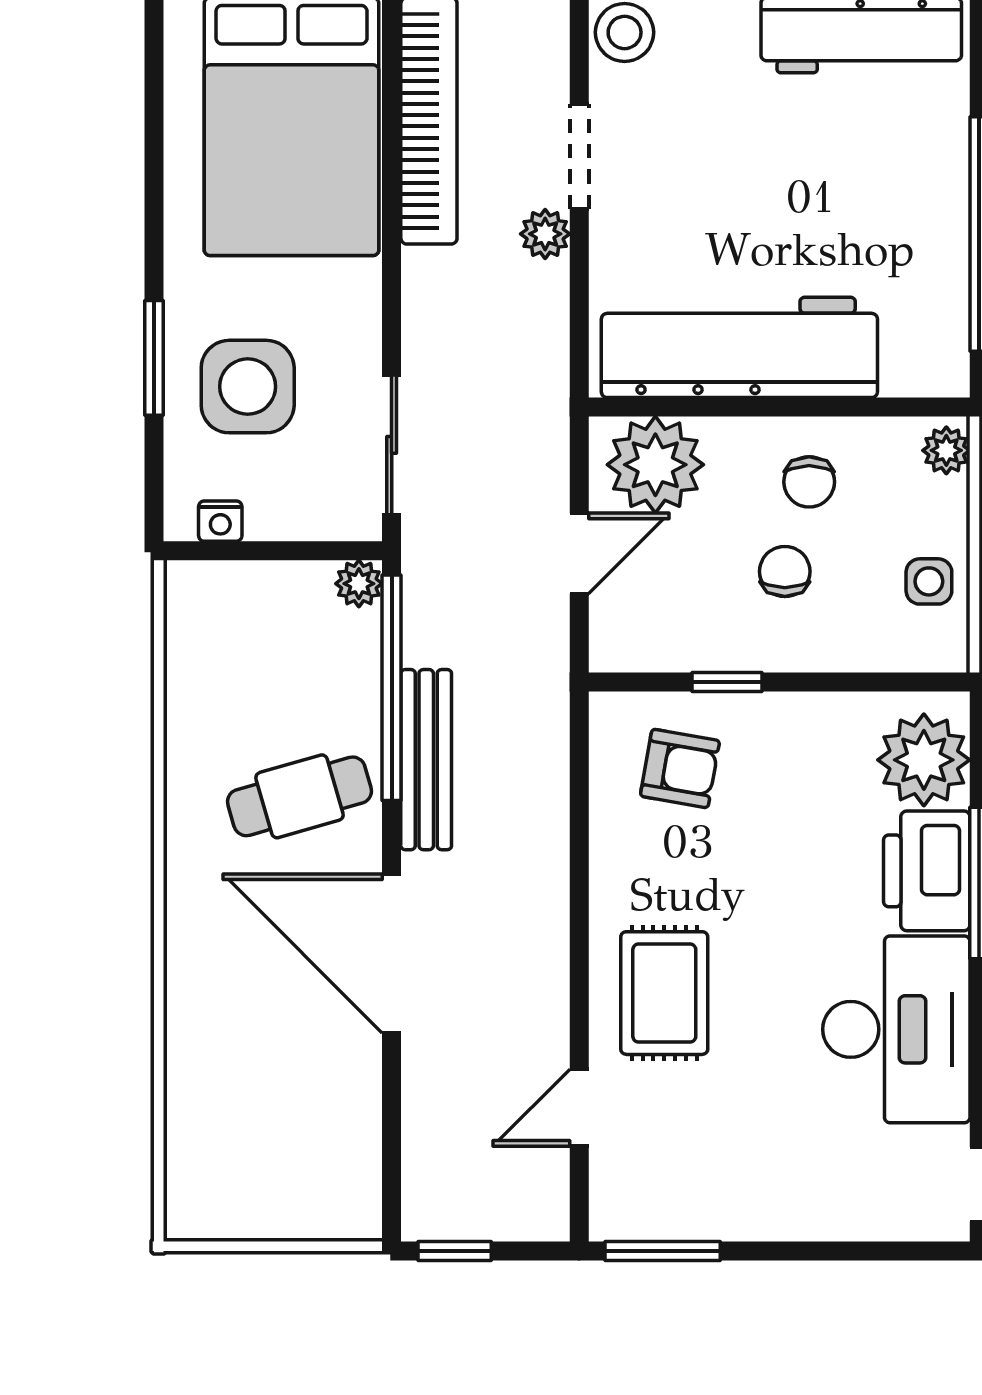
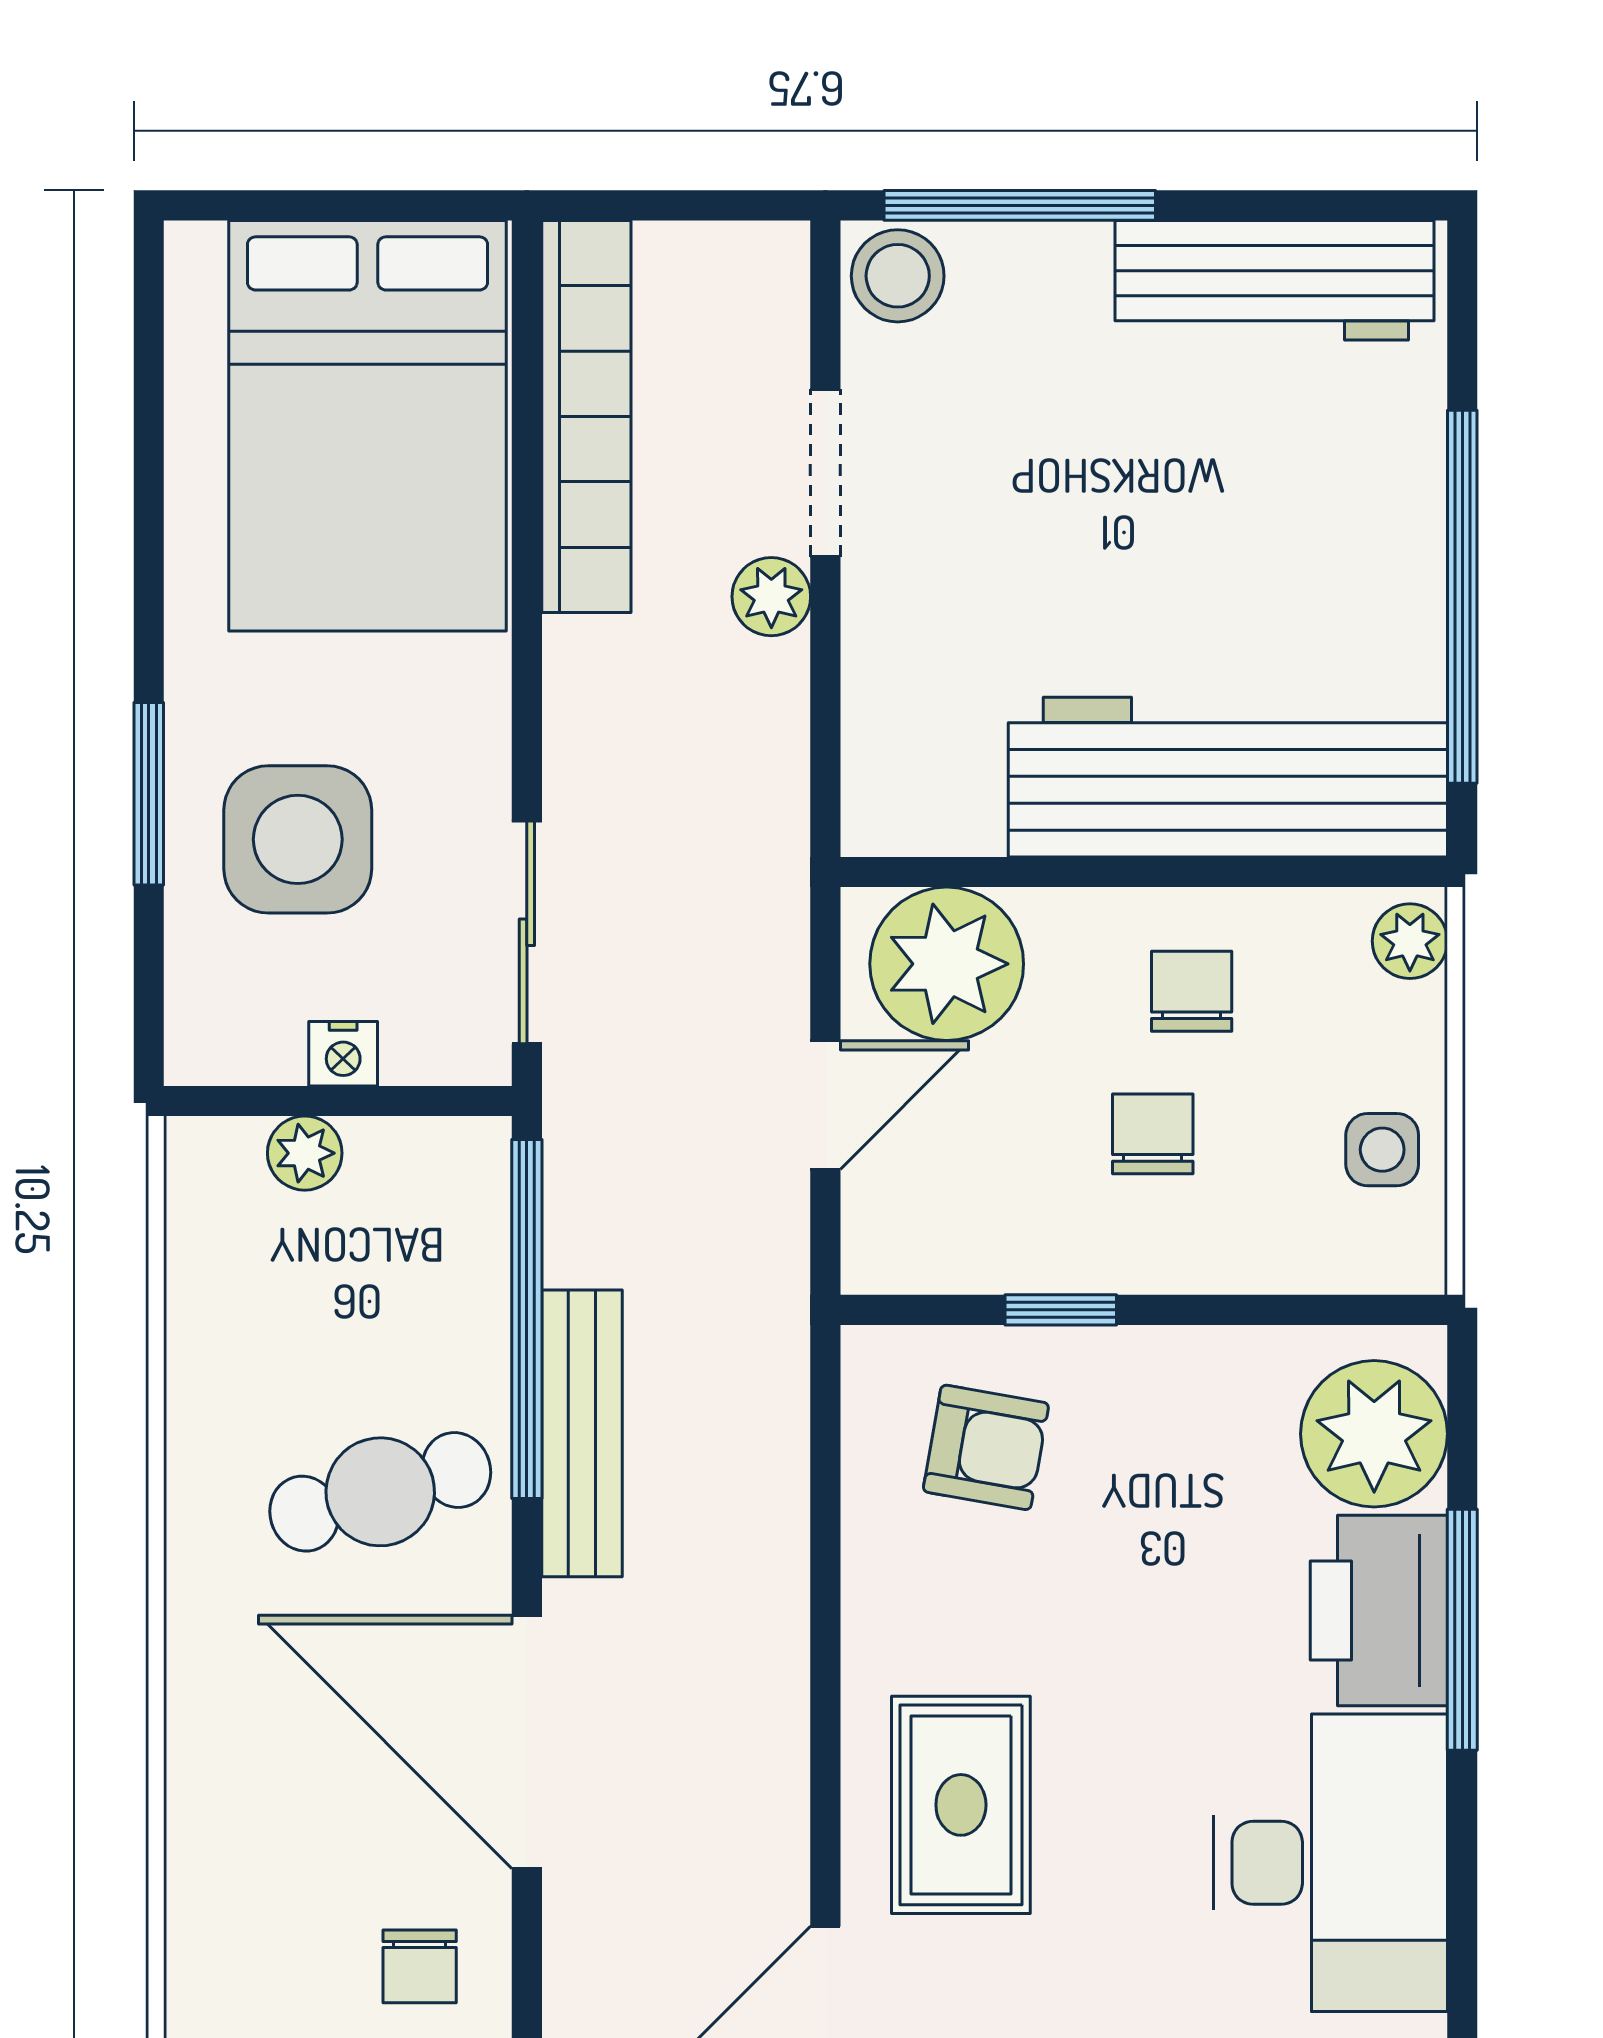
workbench: (739, 347) -> (1228, 777), moved
chair: (809, 482) -> (1192, 991), turned 180
nightstand: (220, 521) -> (343, 1054), moved
plant: (359, 584) -> (305, 1153), moved
chair: (324, 1094) -> (420, 1966), added

